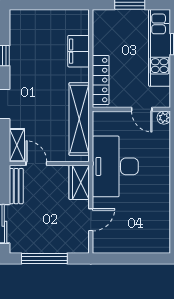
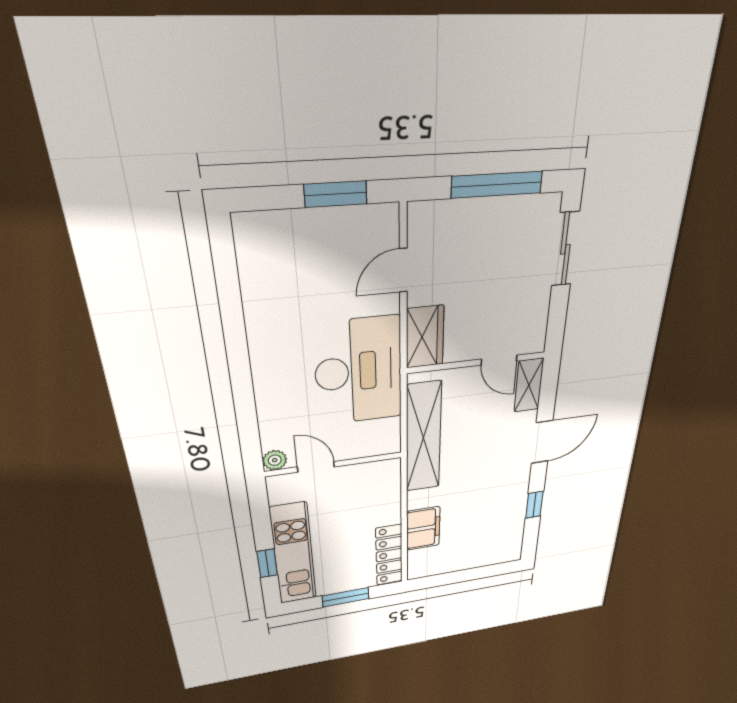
locker: (101, 80) -> (389, 555), moved
bench: (16, 186) -> (537, 319), removed
window: (122, 258) -> (336, 194), added

